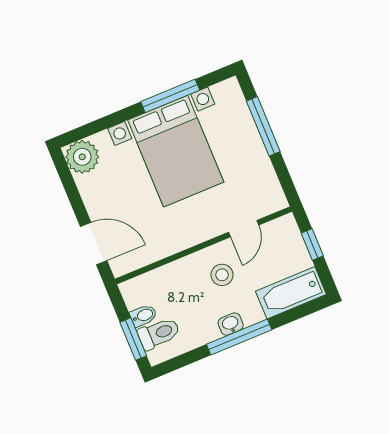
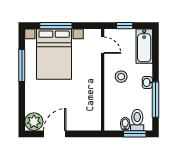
bed with nightstands: (176, 151) -> (54, 54), moved, turned 90
door: (244, 229) -> (103, 45), moved
door: (94, 244) -> (55, 134), moved
window: (239, 337) -> (155, 100), moved

